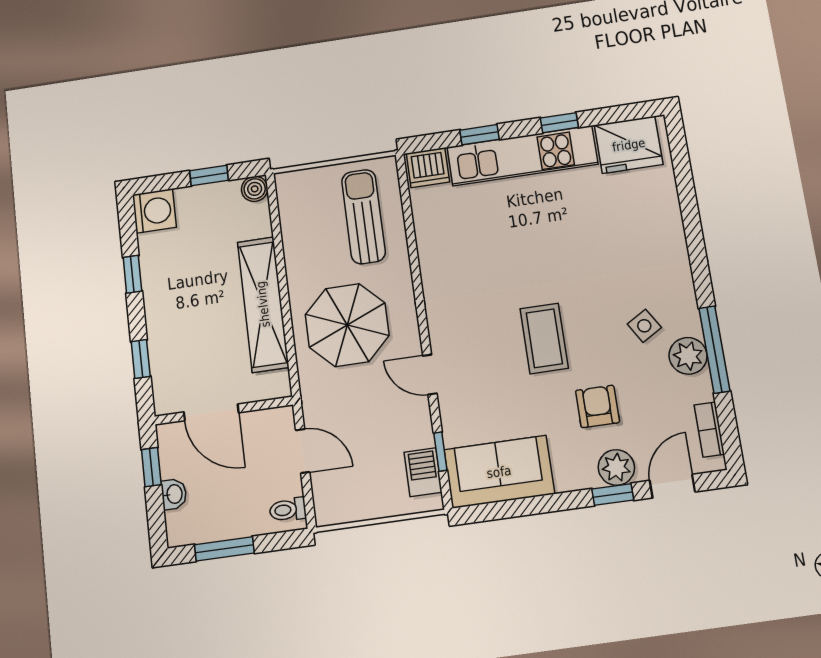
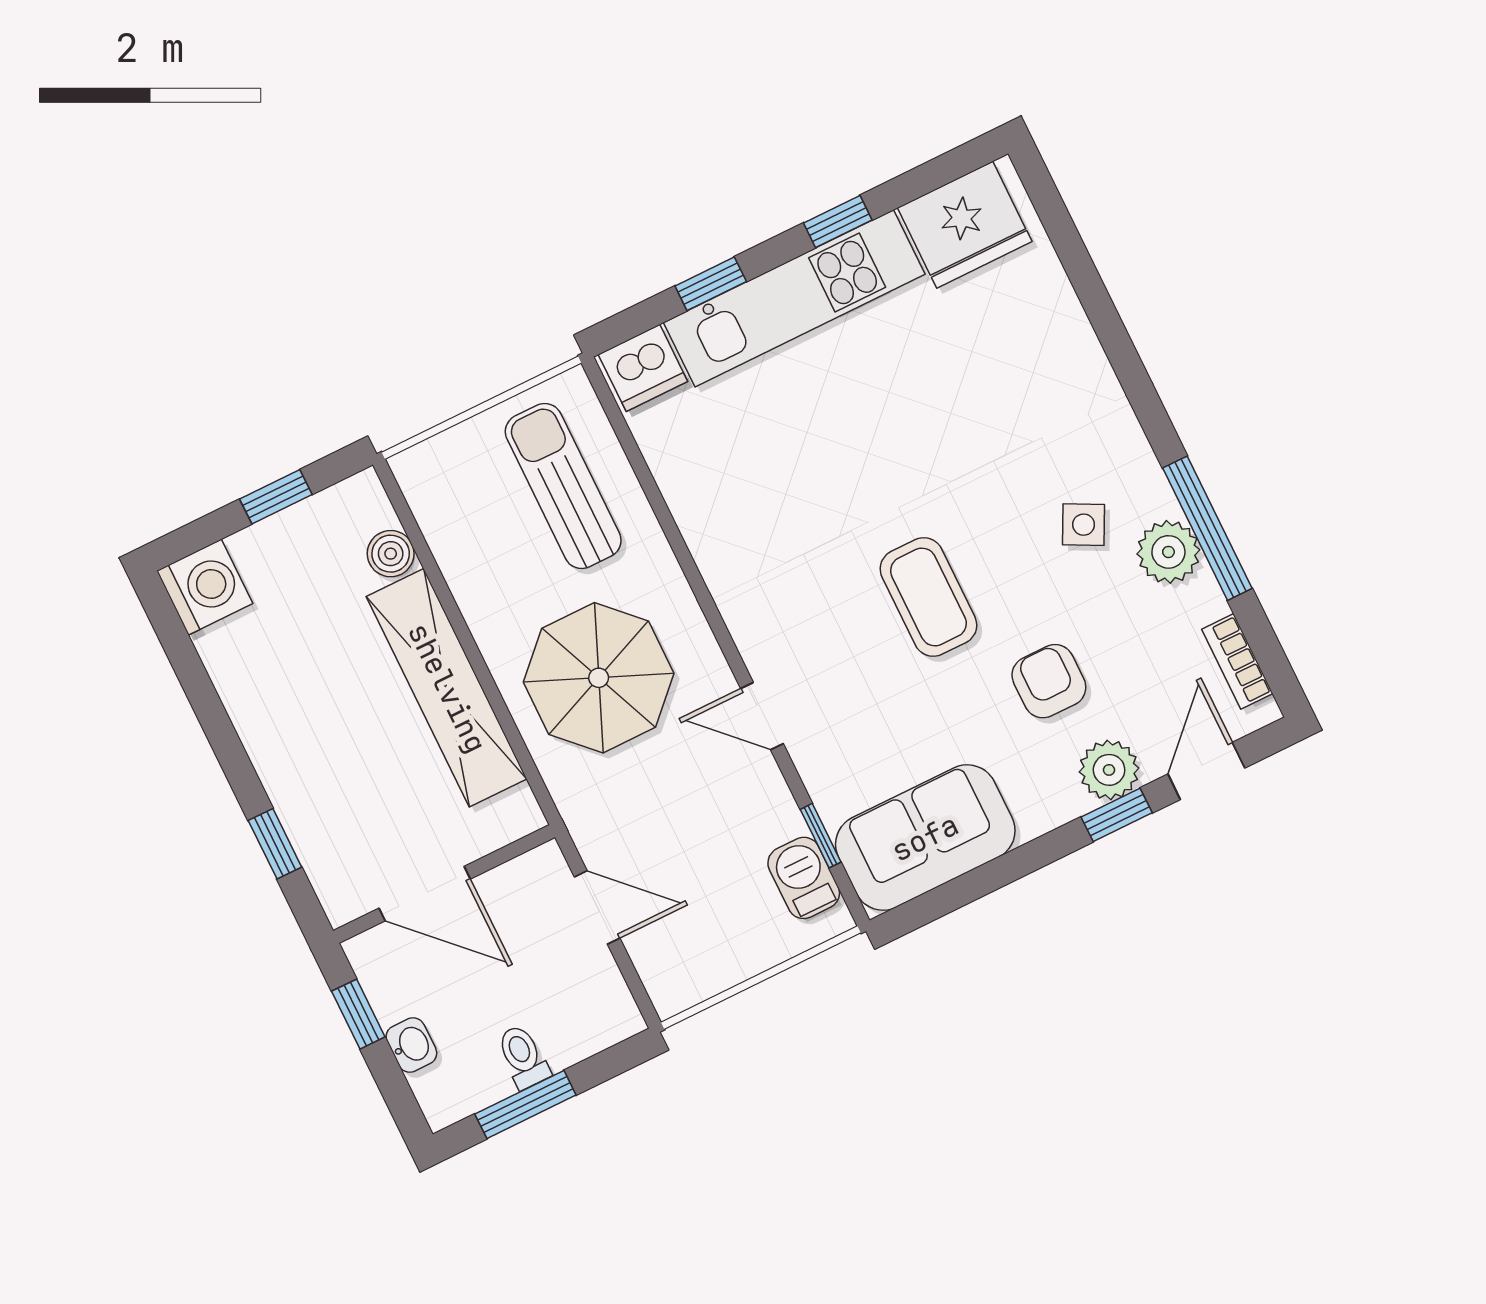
boiler: (255, 189) -> (391, 554), moved
window: (132, 274) -> (208, 707), removed
side table: (644, 326) -> (1084, 525), turned -32
toilet: (288, 510) -> (523, 1057), moved, turned 90

